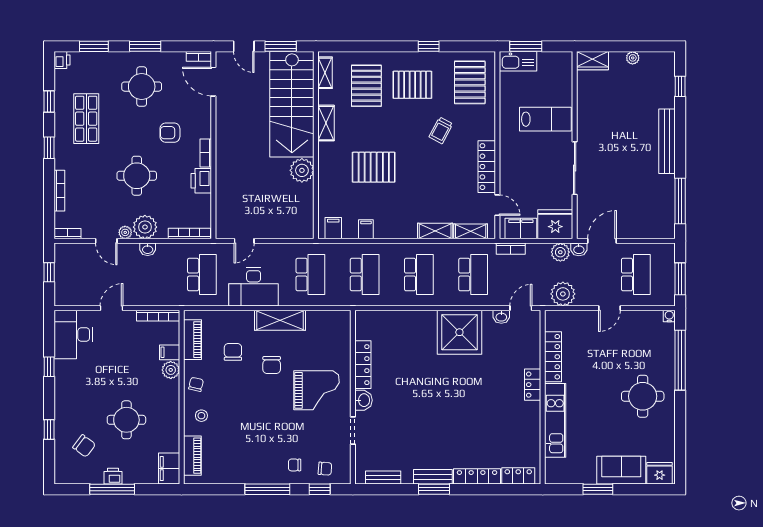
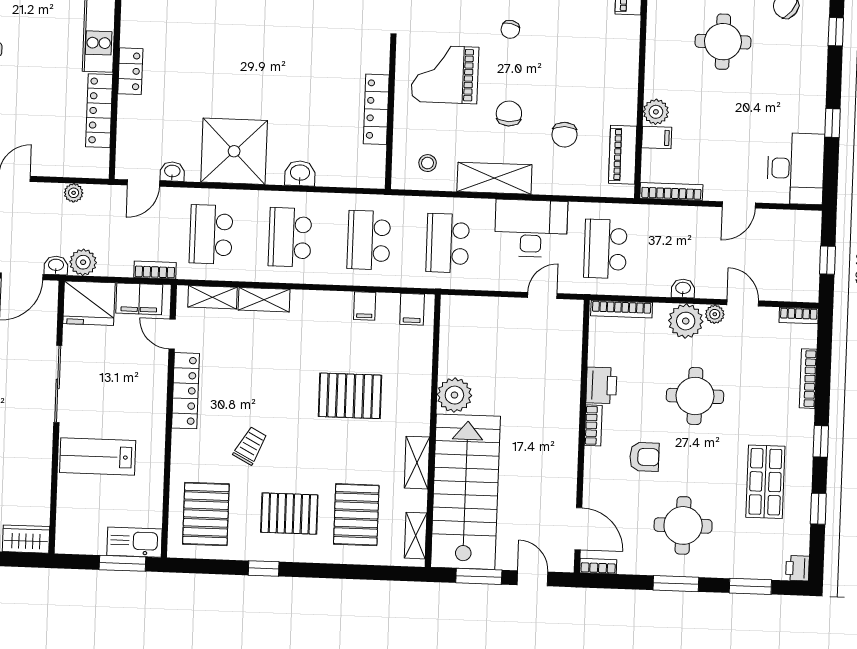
plant: (563, 294) -> (74, 193), width x0.53, depth x0.53
chair: (196, 384) -> (510, 29), moved
washbasin: (364, 400) -> (300, 173), moved, turned 90
stool: (201, 416) -> (428, 163), moved

